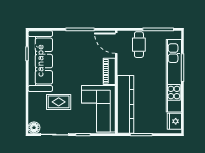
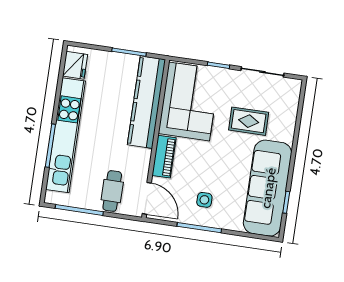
side table: (79, 48) -> (204, 200), added
floor lamp: (34, 128) -> (292, 87), removed

